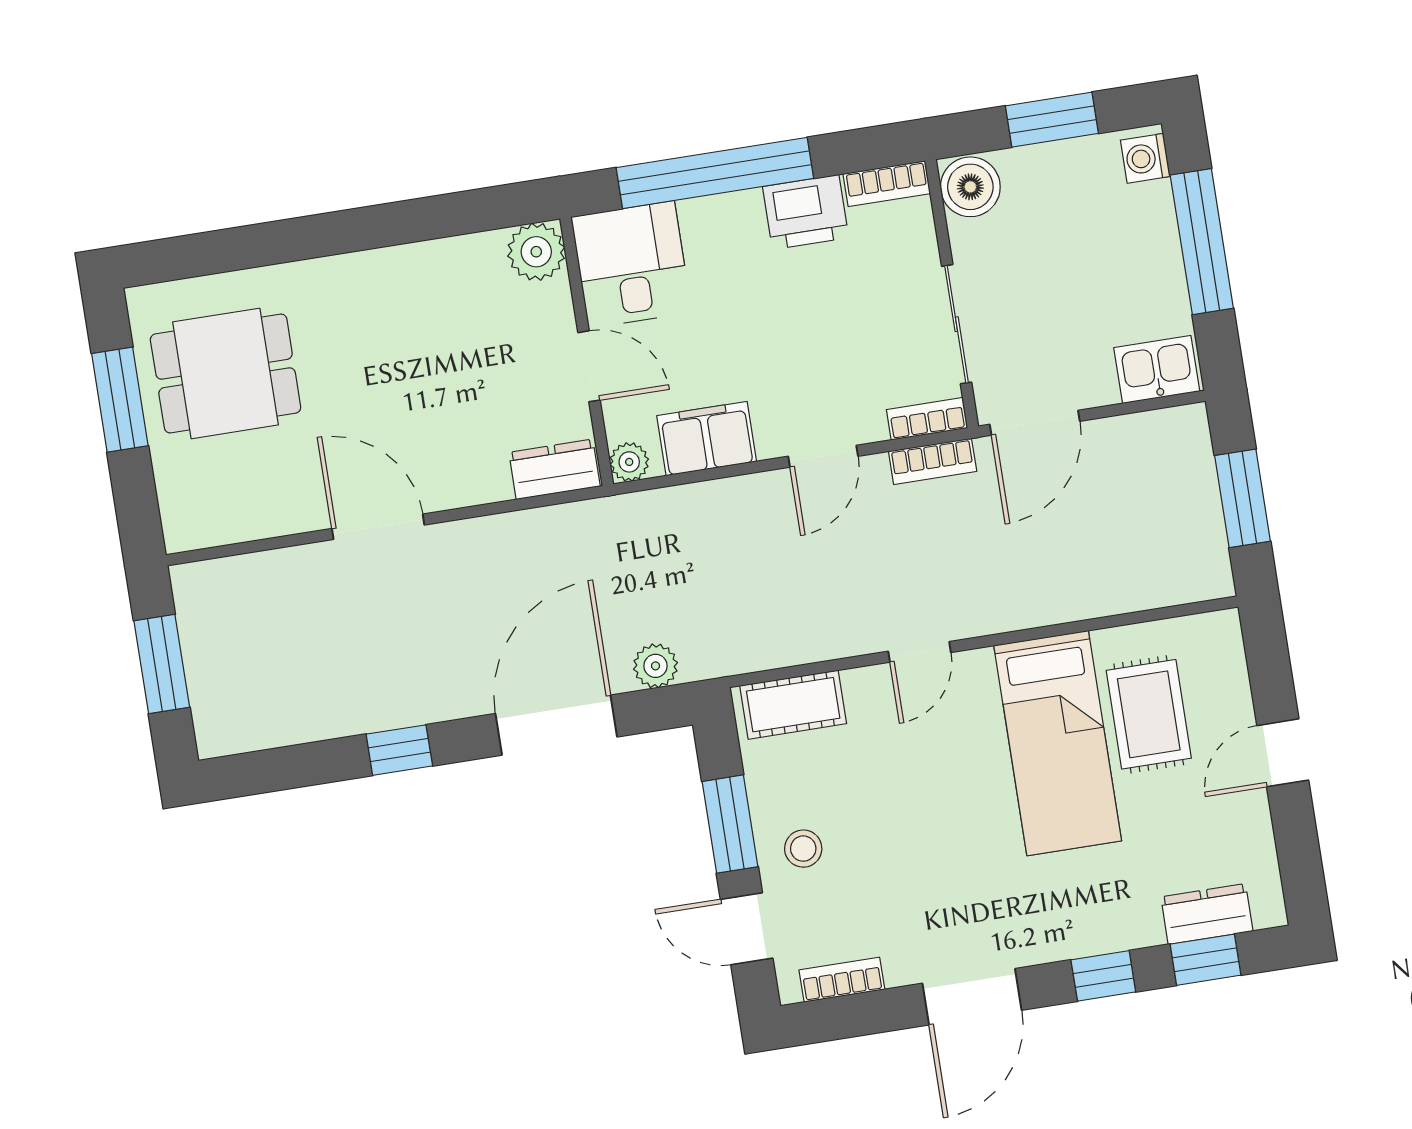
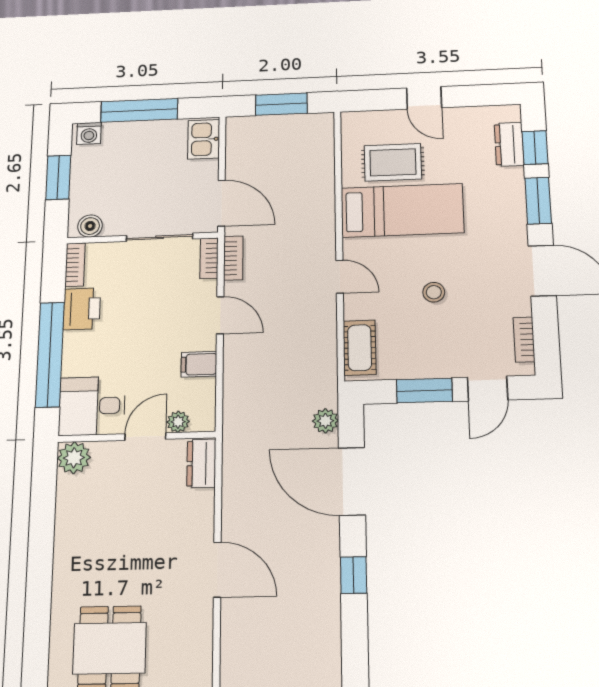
boiler: (970, 187) -> (90, 226), width x0.73, depth x0.73
filing cabinet: (707, 439) -> (199, 364), width x0.50
plant: (629, 462) -> (178, 422), moved
door: (378, 527) -> (217, 570), swing flipped
stool: (803, 849) -> (434, 292), moved
window: (1103, 976) -> (538, 201), width x1.50

